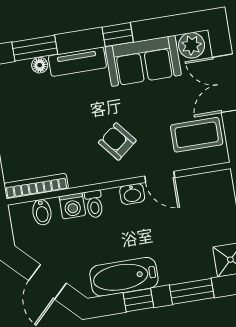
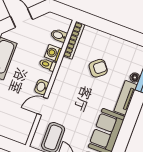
window: (118, 35) -> (128, 126), removed
armchair: (117, 141) -> (98, 68), moved

